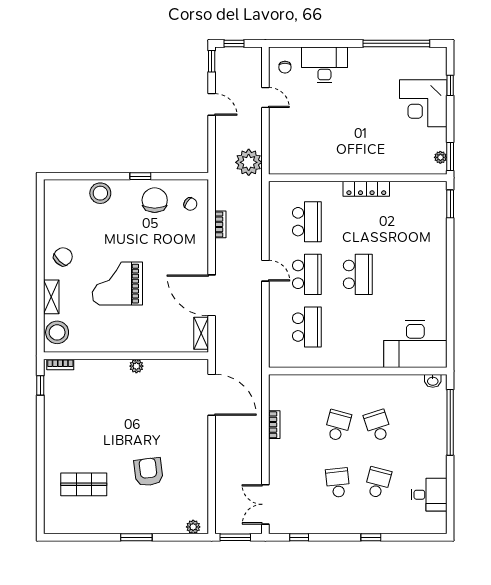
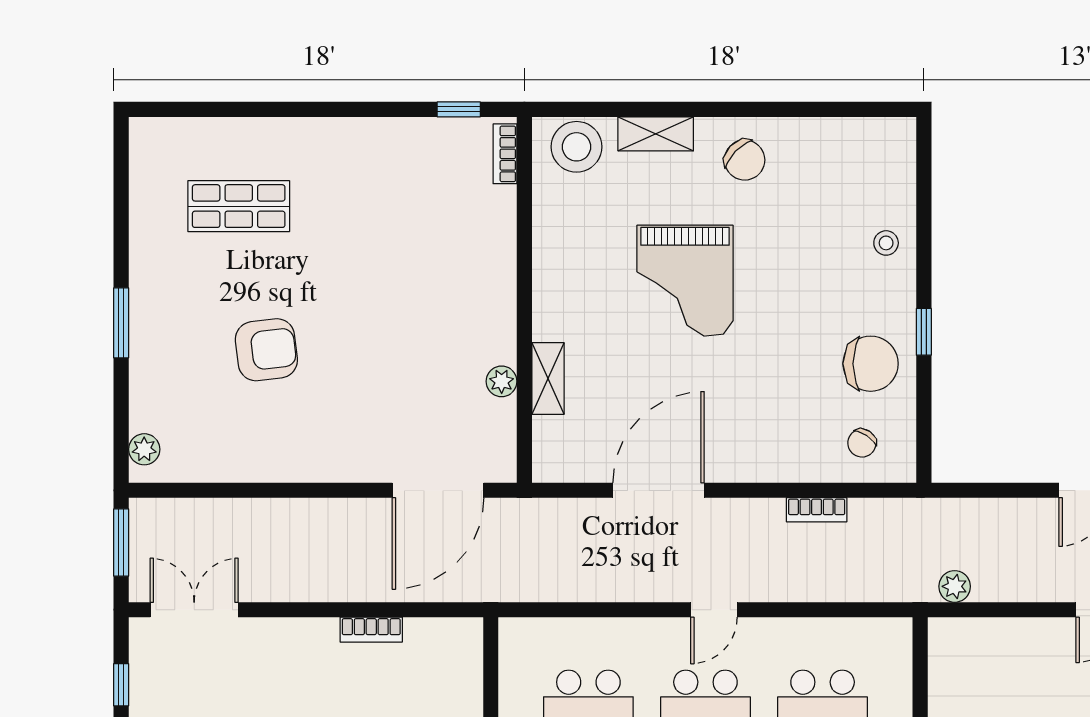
plant: (249, 162) -> (955, 586), width x0.53, depth x0.53
stool: (100, 193) -> (886, 243), width x0.53, depth x0.53
grand piano: (117, 284) -> (685, 281), turned 180
shelving: (201, 333) -> (548, 378), moved, turned 90
plant: (136, 366) -> (502, 381), moved
shop shelf: (84, 484) -> (239, 206), turned 90

